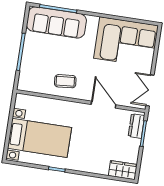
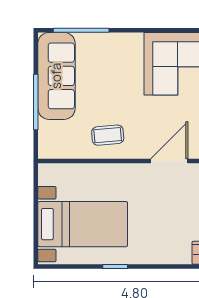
sofa: (56, 22) -> (56, 76), moved, turned -90
door: (104, 105) -> (169, 161), hinge flipped

